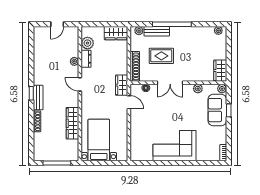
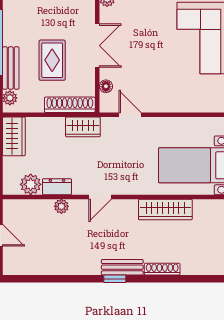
wardrobe: (122, 85) -> (83, 127), moved
door: (129, 102) -> (130, 115), hinge flipped

